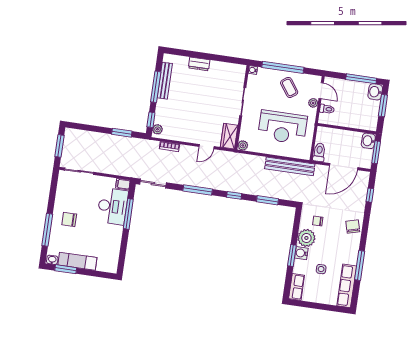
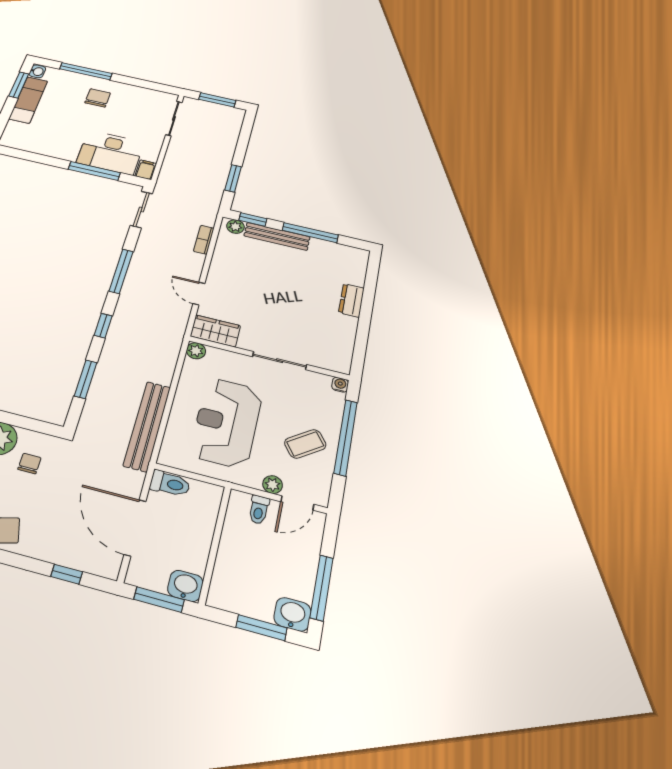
bench: (165, 81) -> (277, 236), moved

